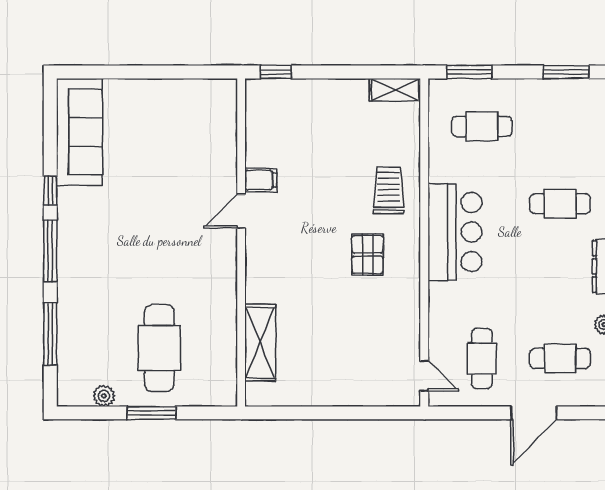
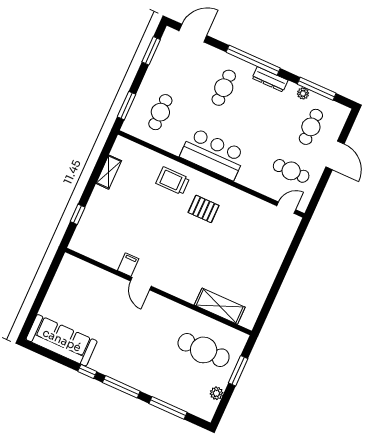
shelving: (395, 90) -> (109, 172), moved
filing cabinet: (261, 180) -> (128, 265), moved
door: (241, 211) -> (141, 284), moved
wall: (241, 242) -> (158, 291), moved
shelving: (260, 343) -> (220, 306), moved

